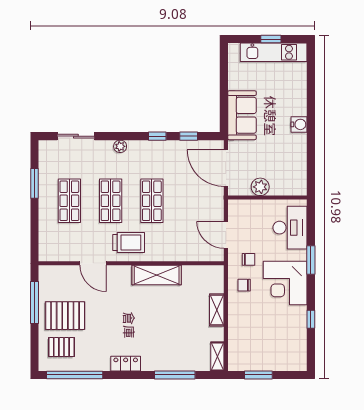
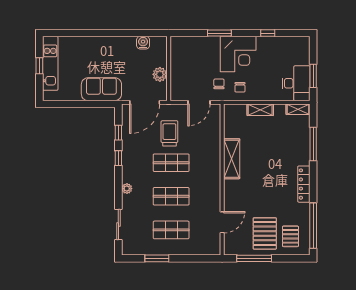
water cooler: (299, 124) -> (143, 43), moved
desk: (290, 228) -> (296, 83), moved, turned 90
trolley: (129, 242) -> (169, 133), moved
door: (93, 263) -> (222, 222), moved
locker: (126, 364) -> (304, 184), width x1.53

